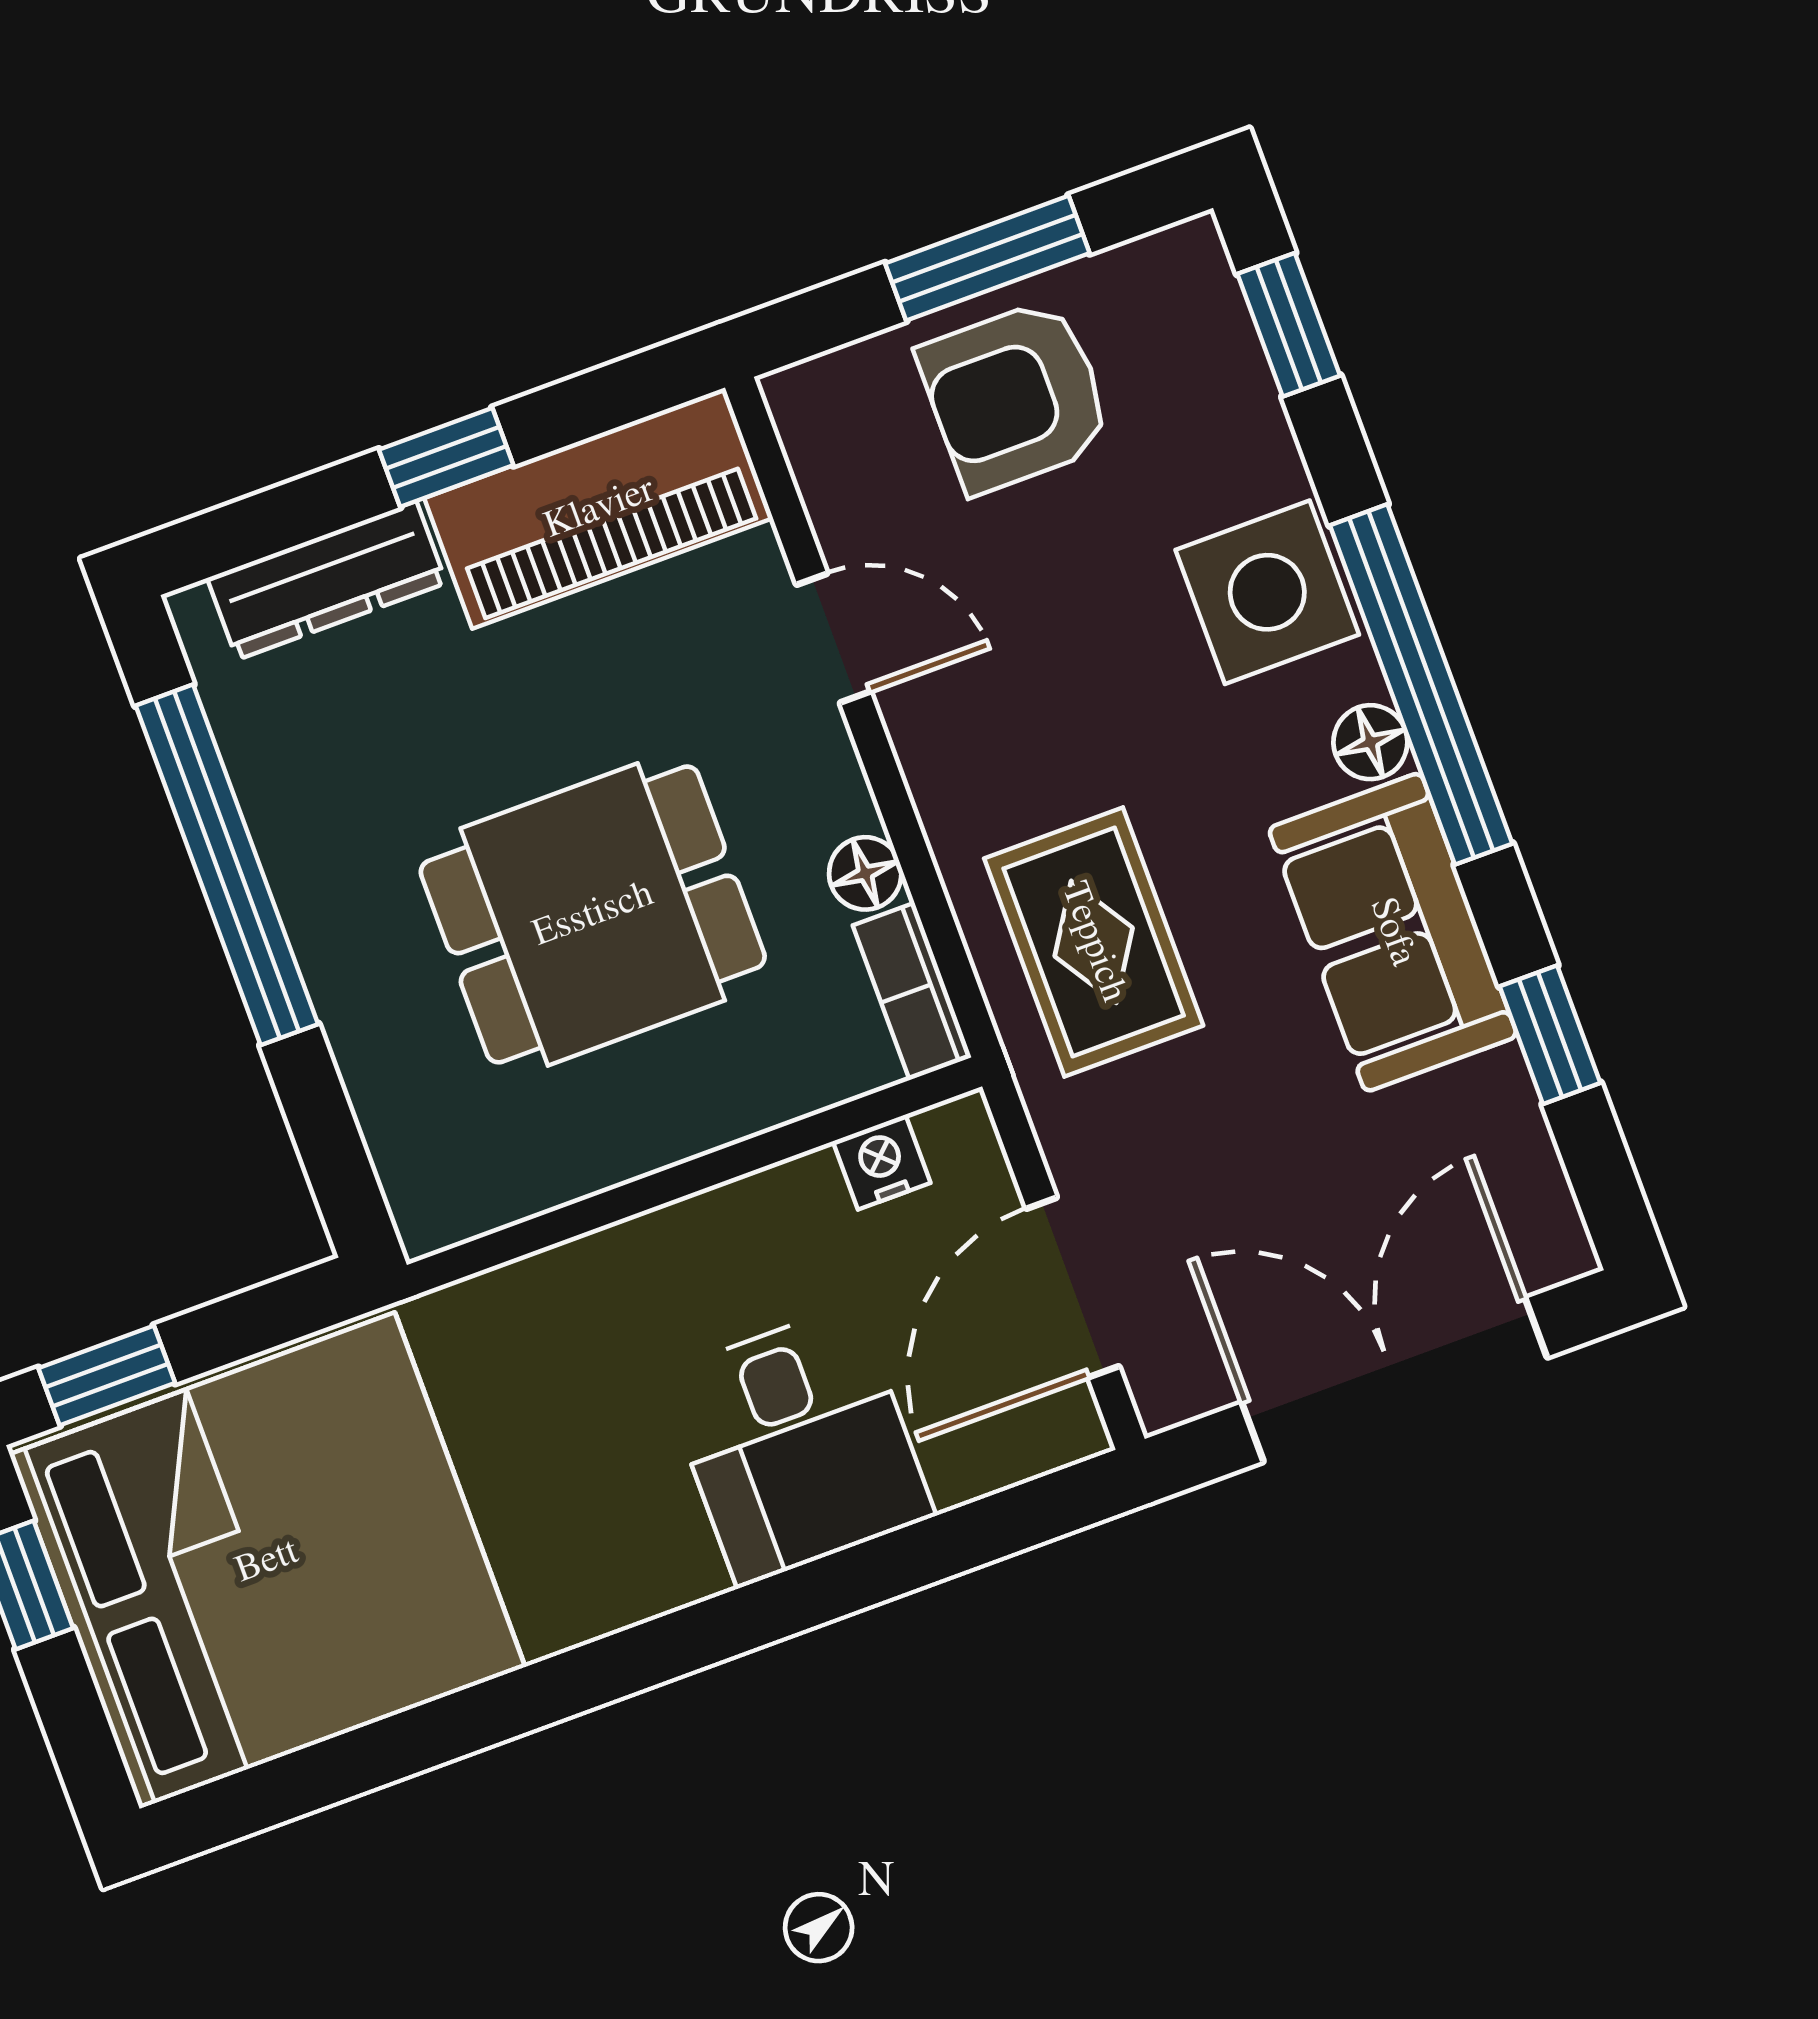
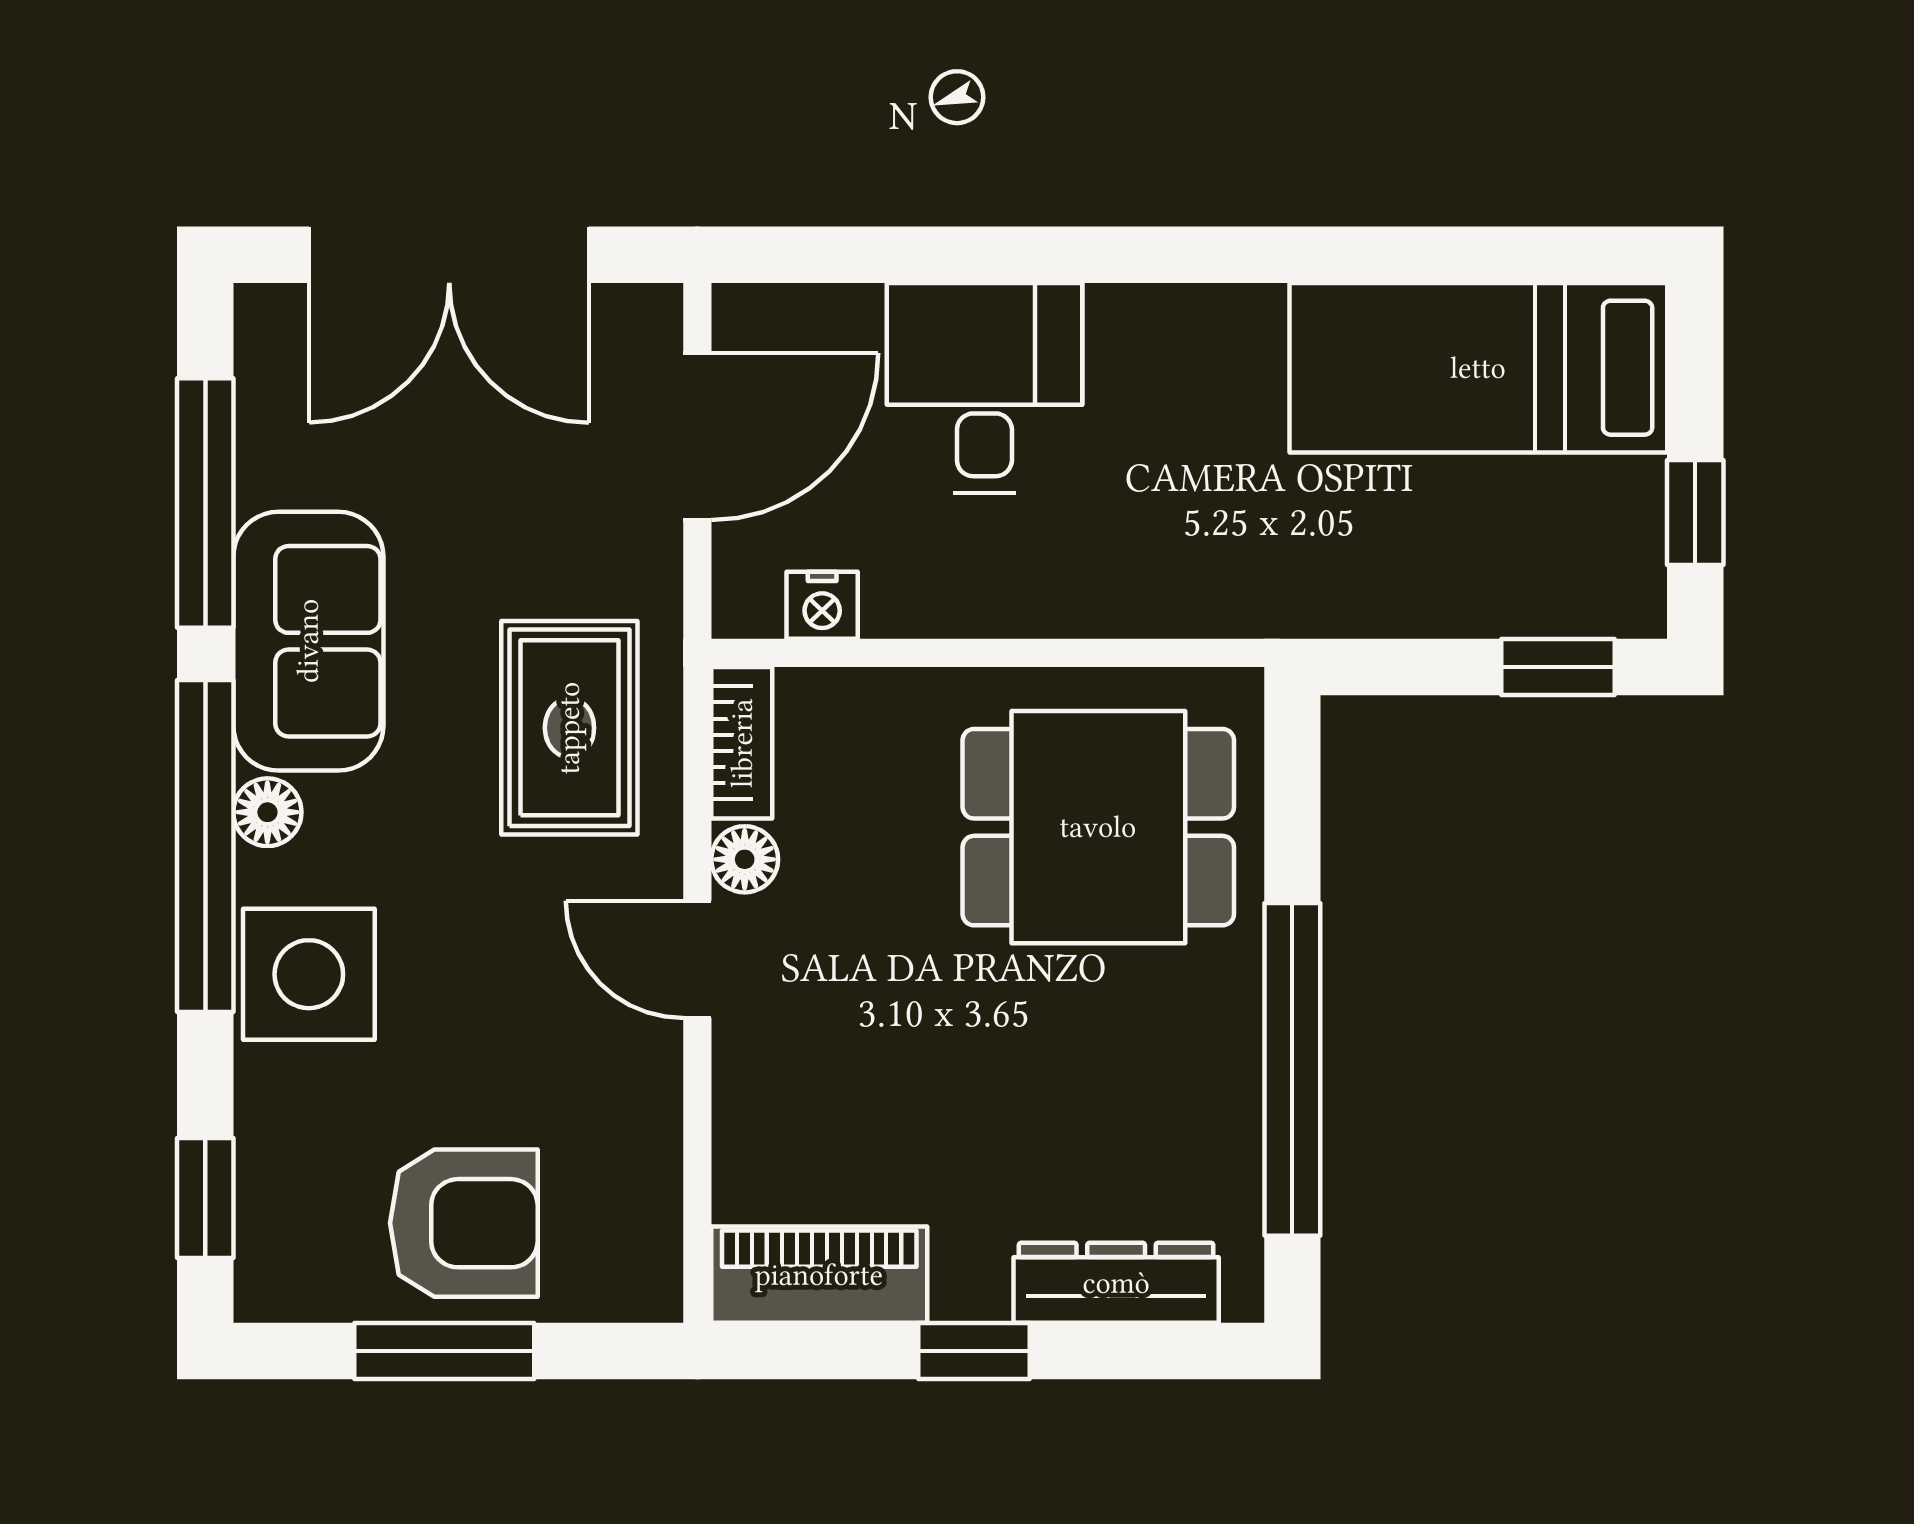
piano: (599, 508) -> (819, 1275), width x0.73, depth x0.75
door: (834, 638) -> (697, 959), moved
dining table: (593, 914) -> (1098, 827), moved
window: (1550, 1035) -> (205, 503), width x2.17
bed: (267, 1561) -> (1478, 368), width x0.49

